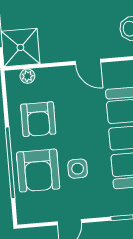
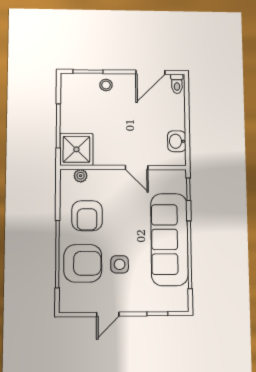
armchair: (38, 171) -> (83, 263), turned -90

